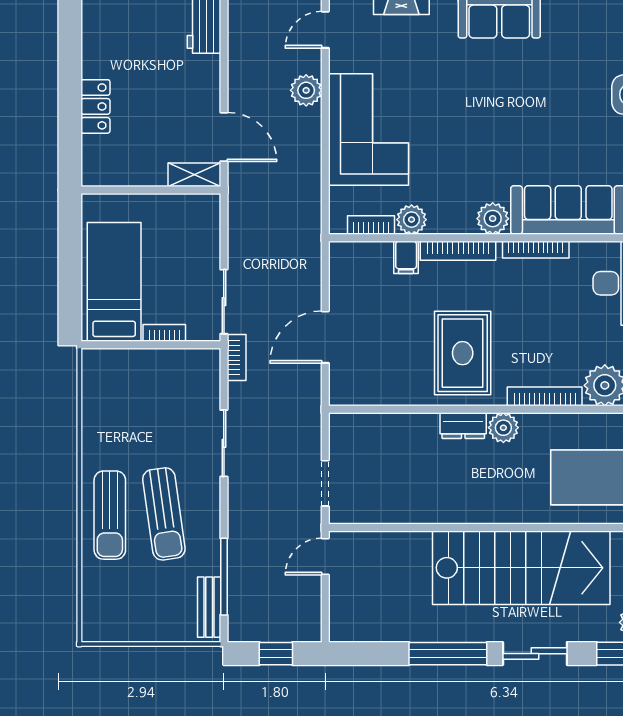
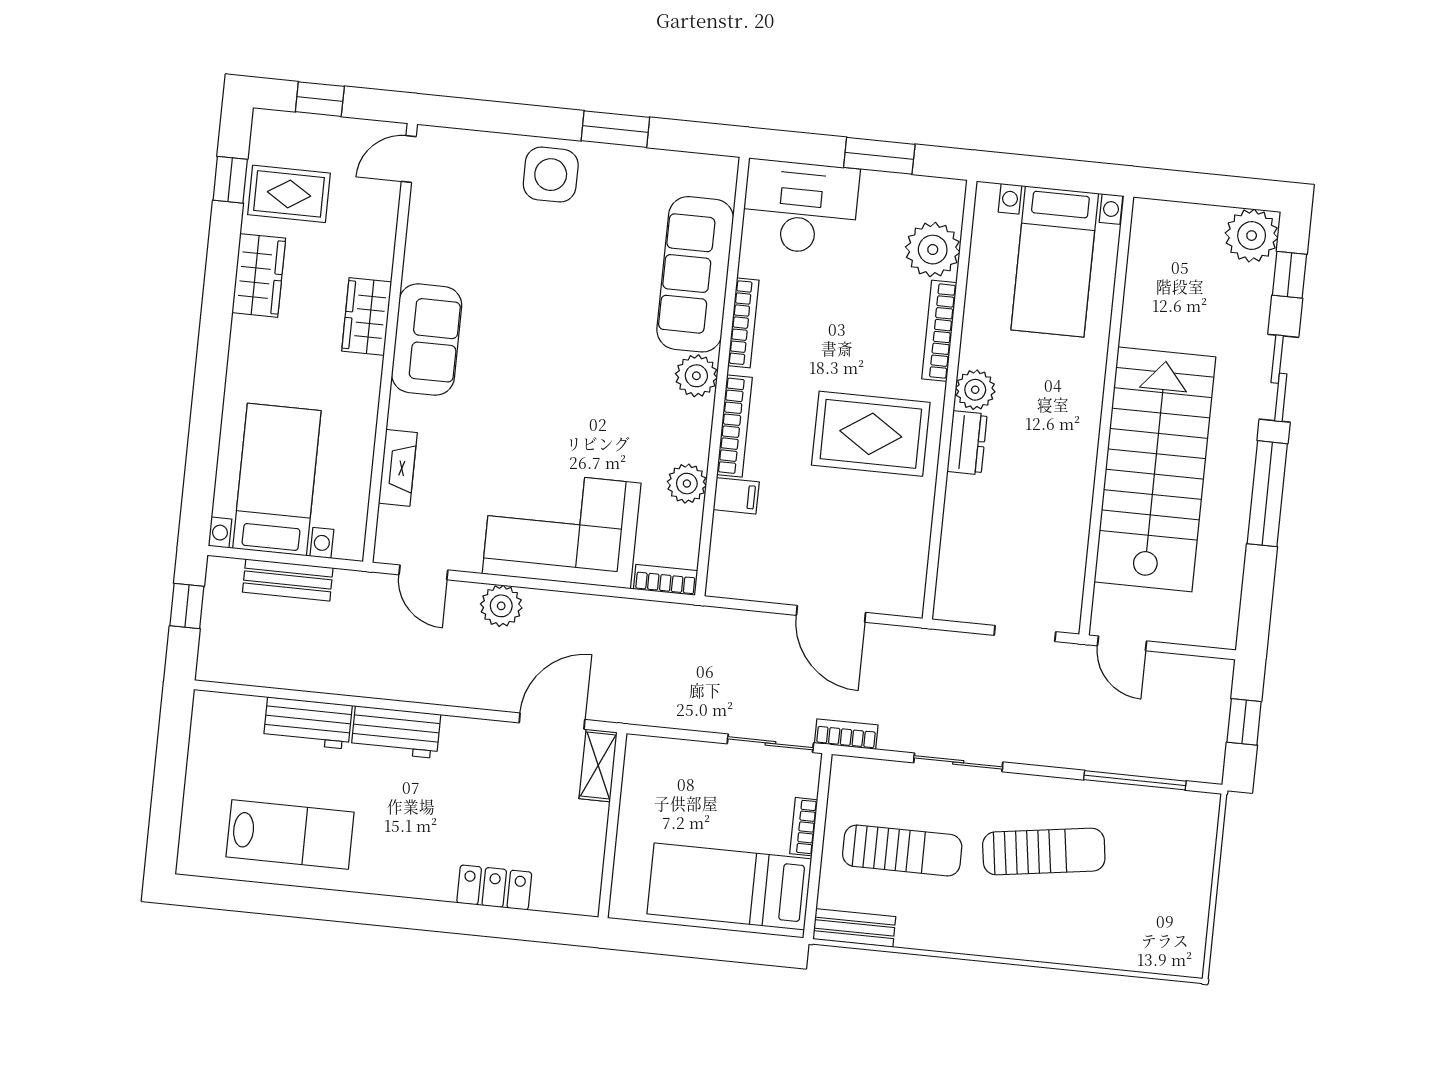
bookcase: (371, 225) -> (666, 580), moved, turned 90
sun lounger: (110, 515) -> (902, 850), moved
stairs: (521, 568) -> (1155, 469), moved
bench: (209, 607) -> (854, 928), moved

